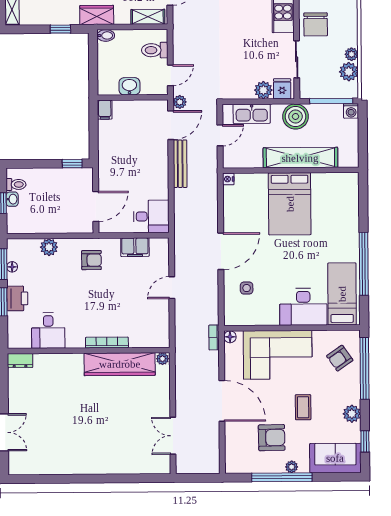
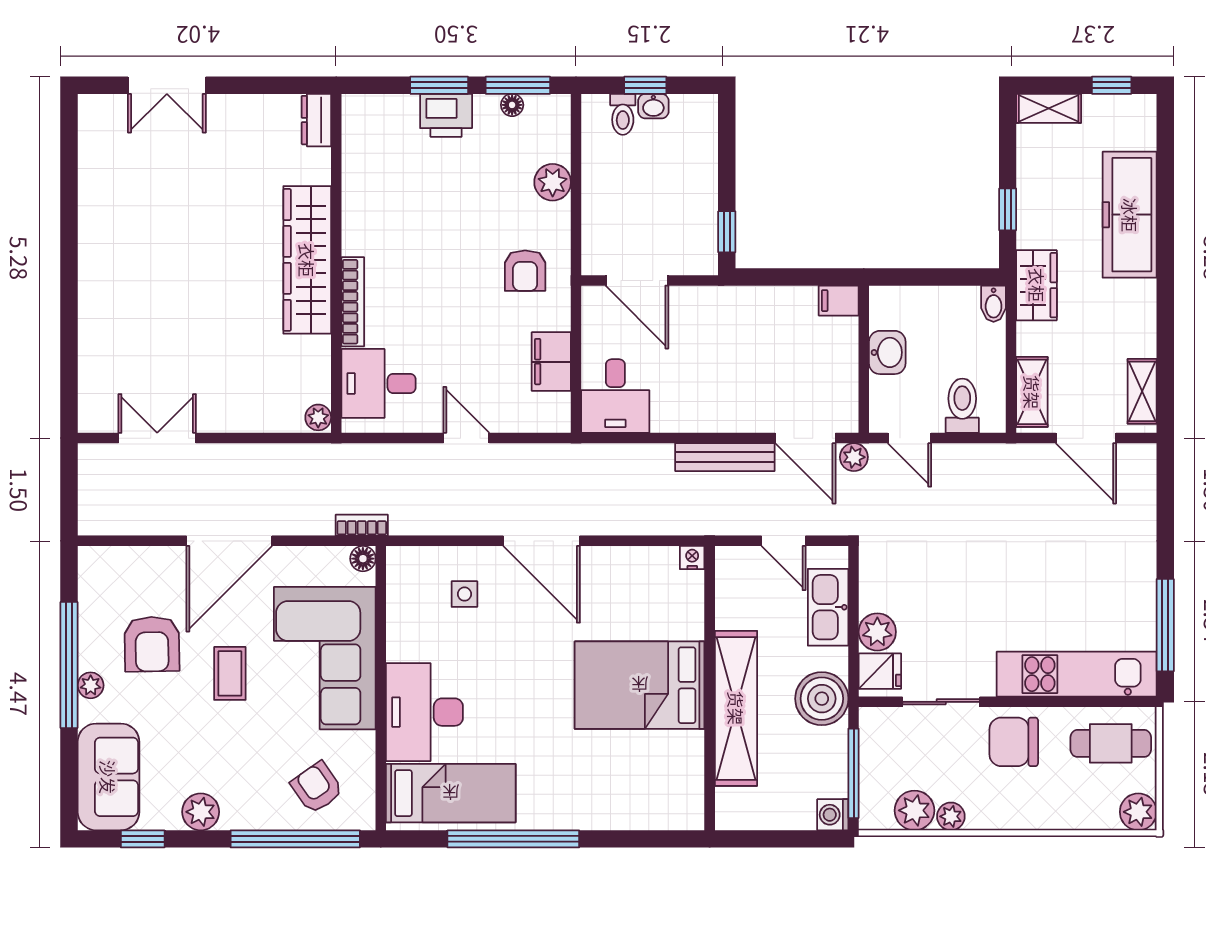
toilet: (16, 184) -> (623, 114), moved
desk: (48, 331) -> (379, 383), moved
wardrobe: (120, 364) -> (307, 260), moved
coffee table: (303, 407) -> (230, 673), moved, turned 90

